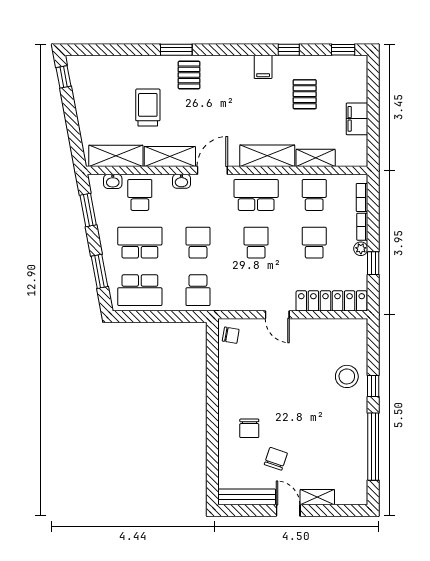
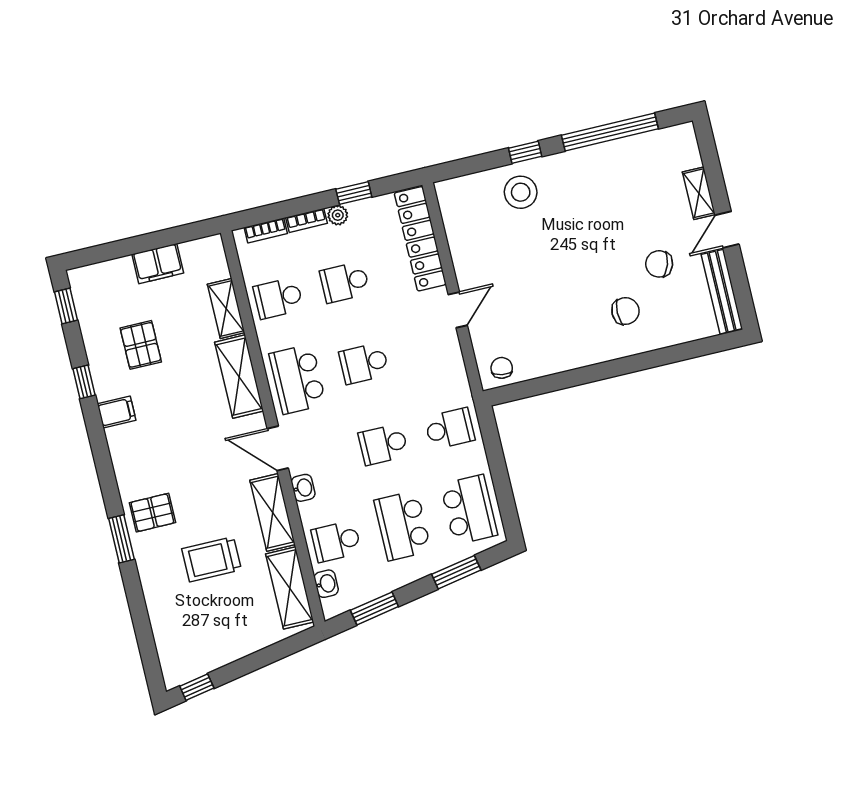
pallet: (305, 94) -> (141, 345), turned 90

